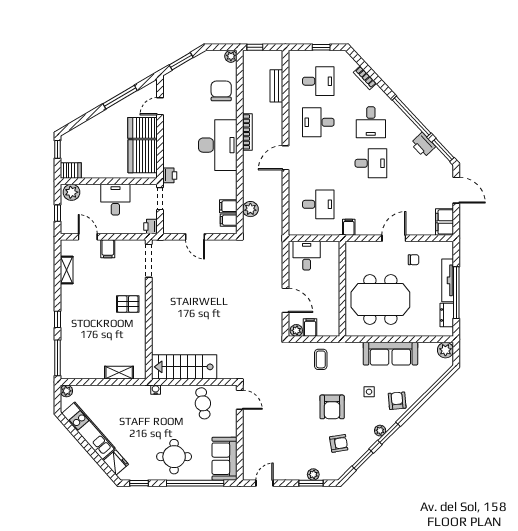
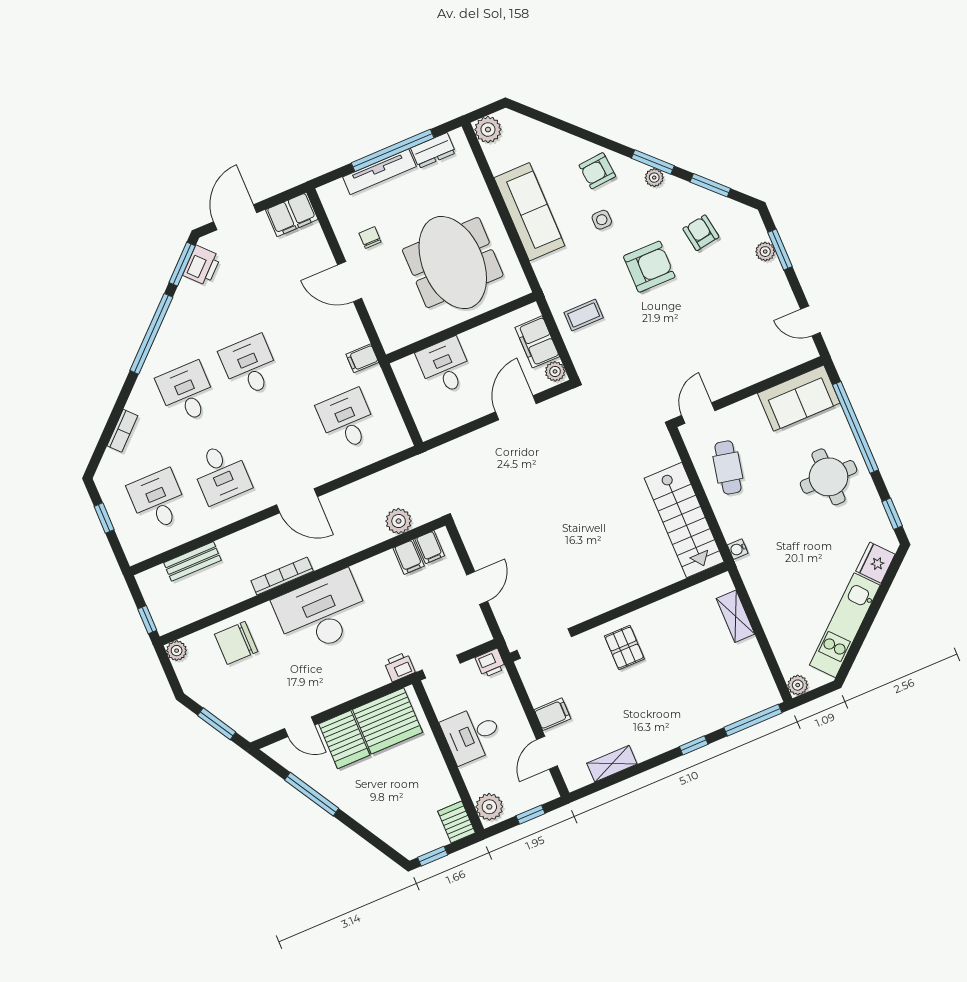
desk: (371, 122) -> (187, 393), turned -90
printer: (423, 145) -> (202, 266), moved
desk: (307, 256) -> (445, 366), moved, turned 90
filing cabinet: (310, 328) -> (537, 342), width x2.00
cafe table: (203, 403) -> (728, 467), turned -69

